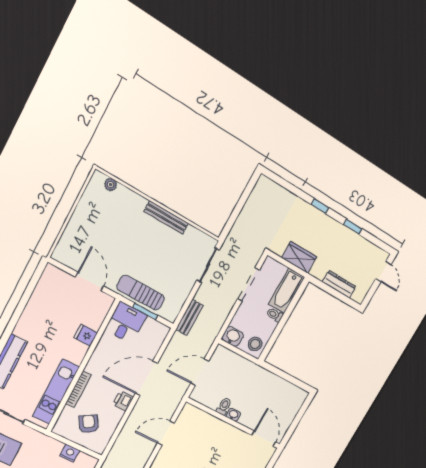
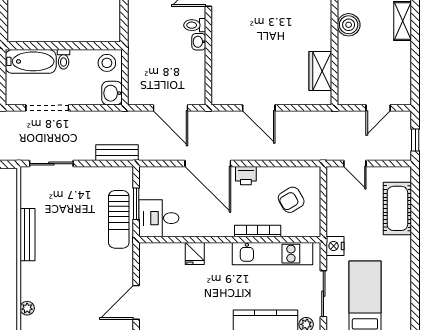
door: (90, 282) -> (136, 302), moved
toilet: (224, 406) -> (195, 25), moved
nightstand: (70, 453) -> (335, 246), moved

